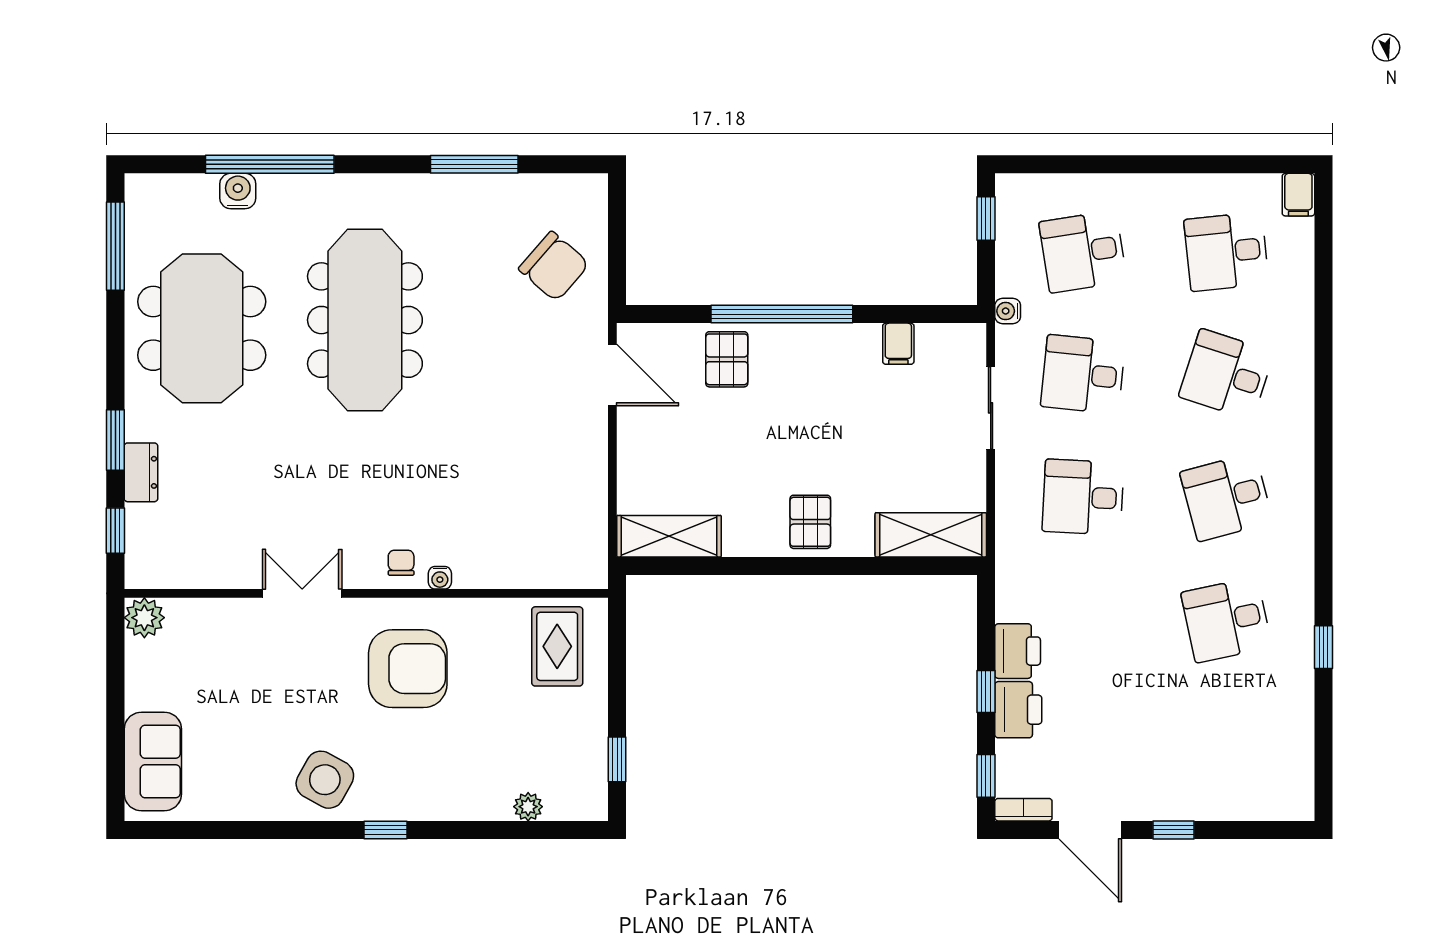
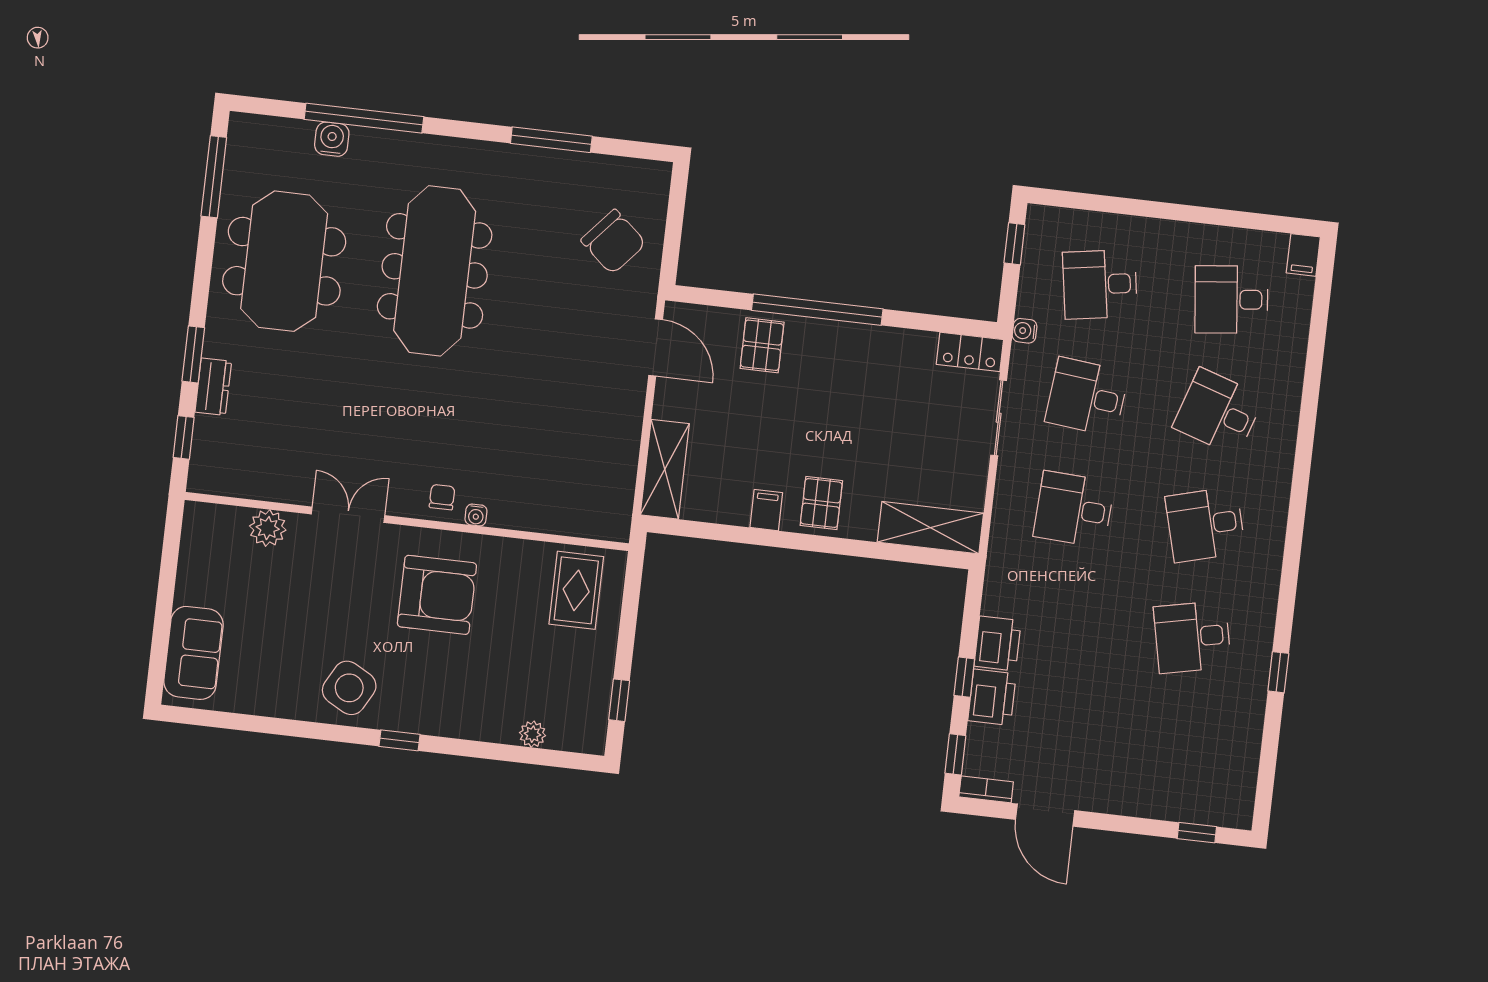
locker: (952, 341) -> (970, 352), added
filing cabinet: (898, 344) -> (766, 510), moved, turned 180
shelving: (669, 536) -> (665, 469), moved, turned 90
plant: (144, 618) -> (268, 528), moved
window: (1173, 830) -> (1197, 833), moved

